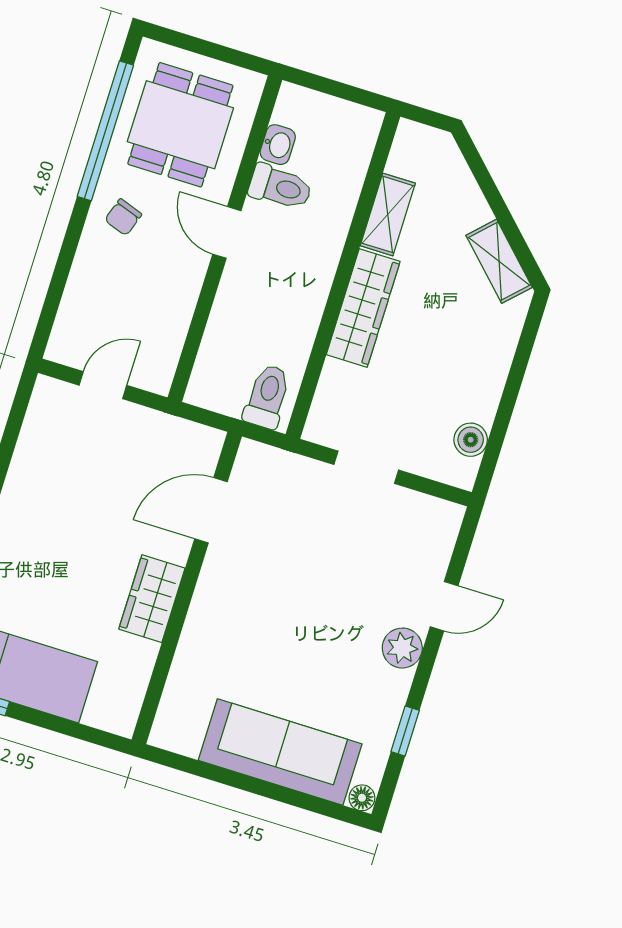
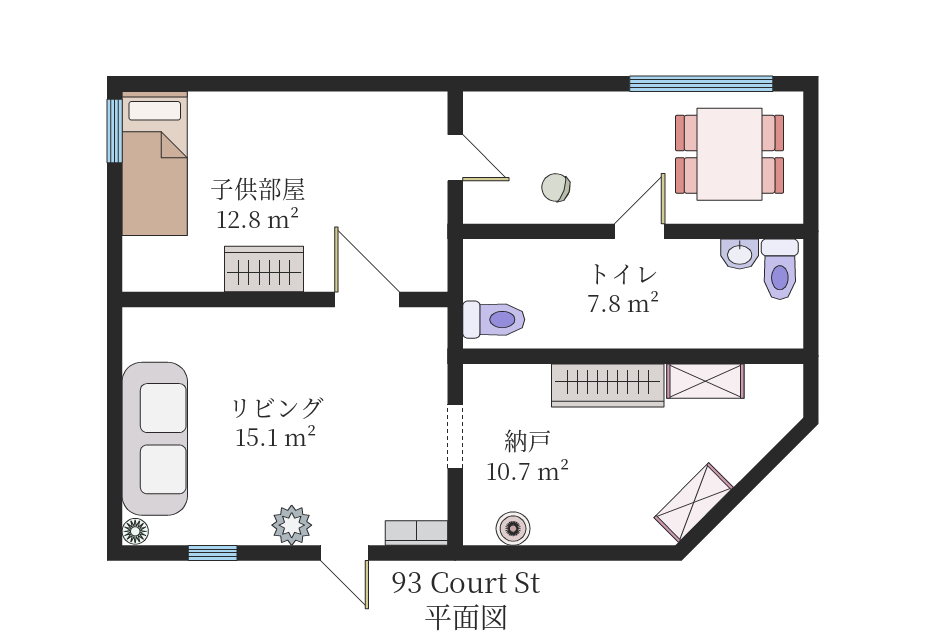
toilet: (280, 187) -> (780, 269), moved
chair: (123, 217) -> (556, 187), moved
bookcase: (446, 532) -> (417, 533), added

